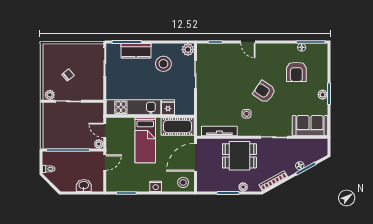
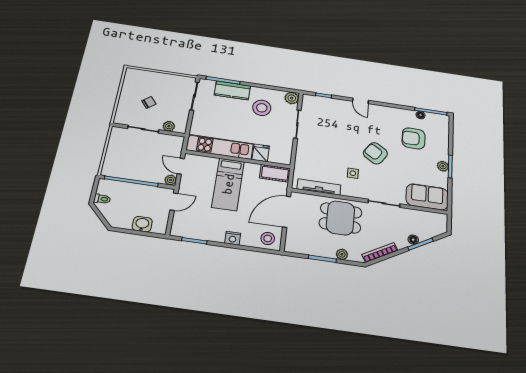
armchair: (296, 72) -> (414, 138), turned 90
plant: (50, 95) -> (169, 126), moved
cot: (178, 126) -> (275, 173), width x0.73, depth x0.75

